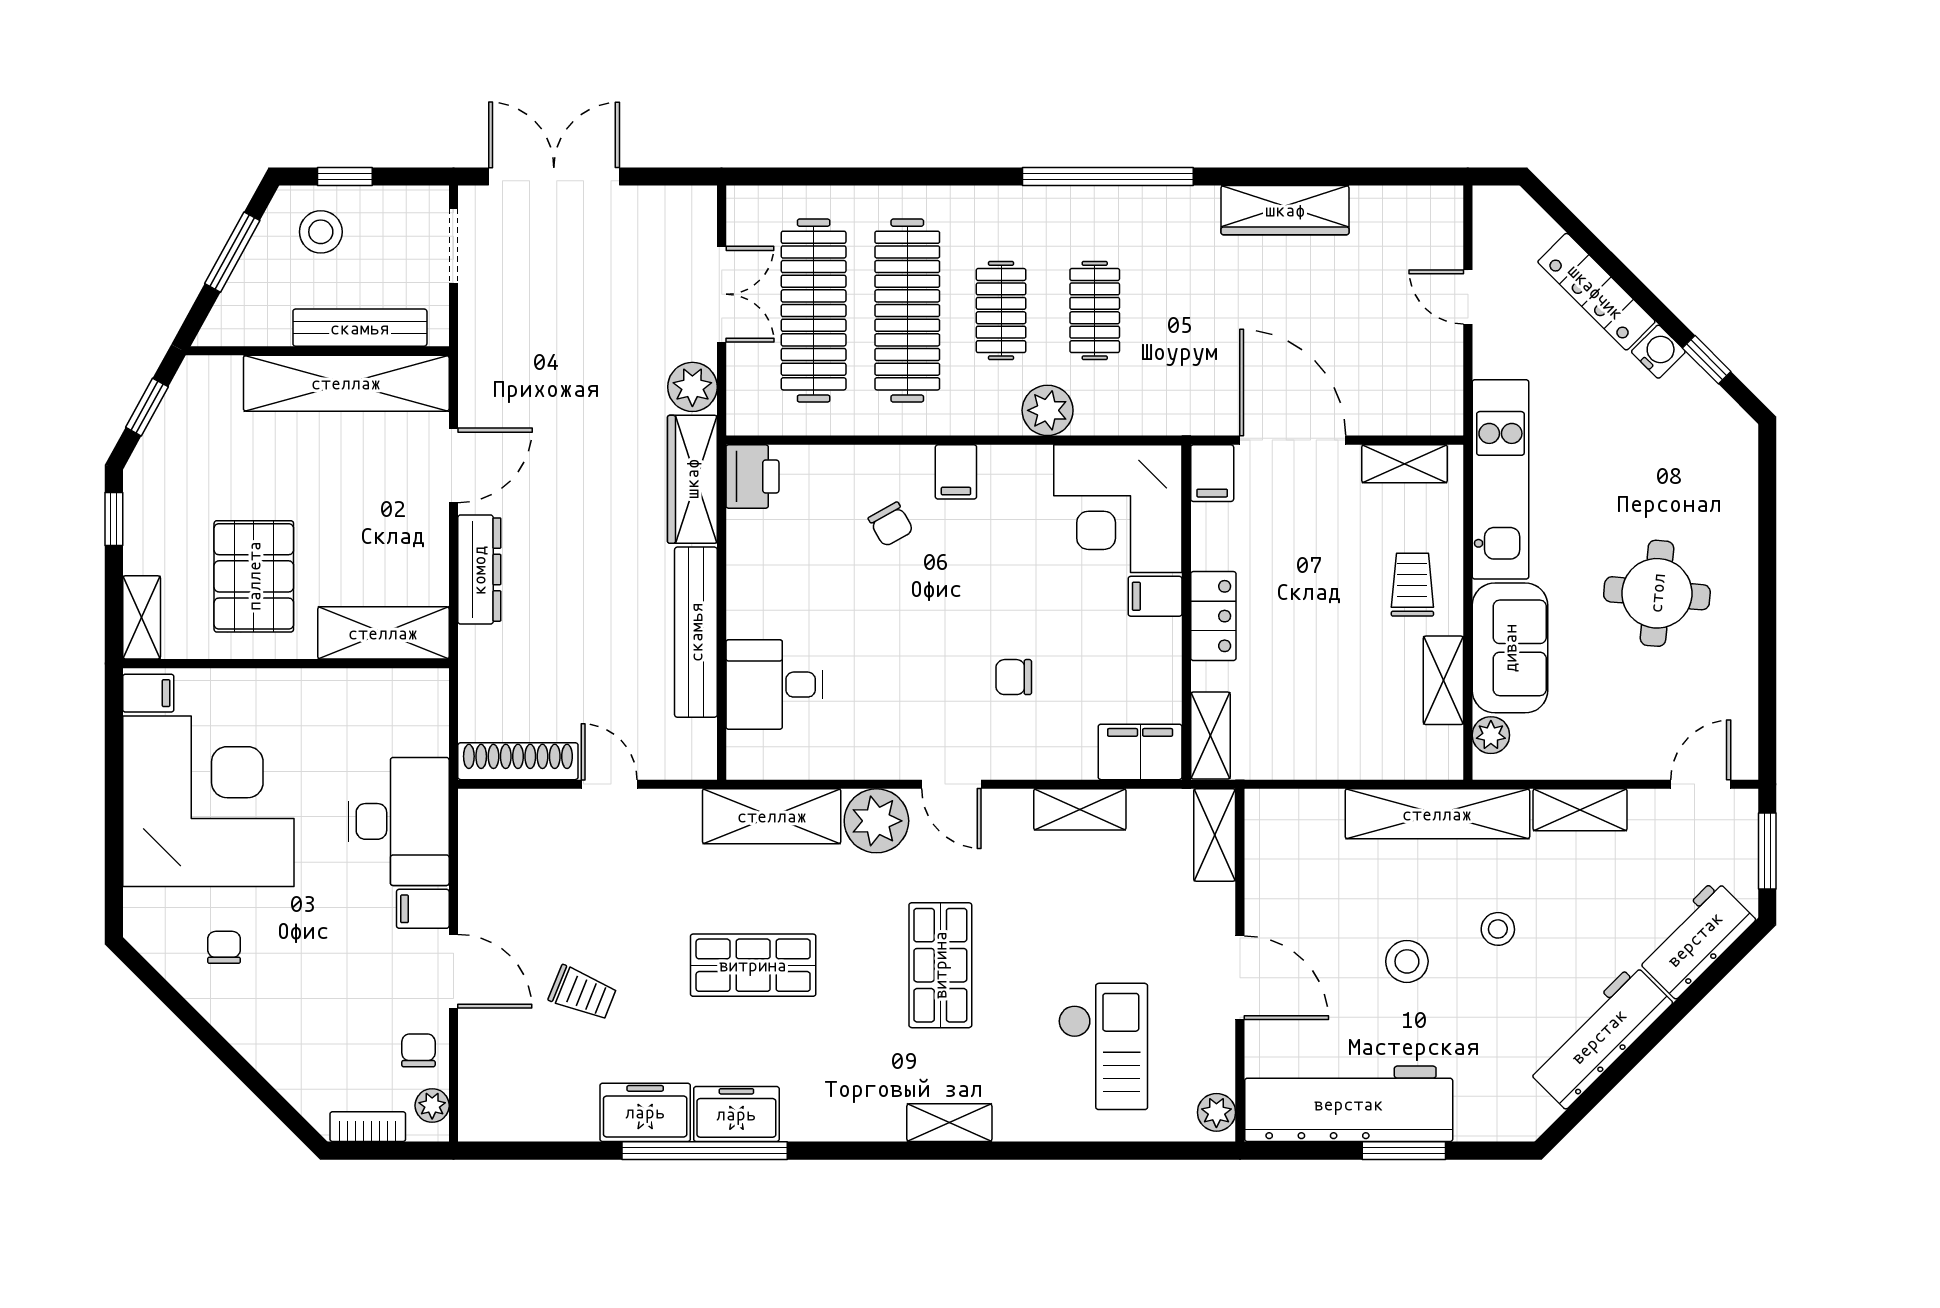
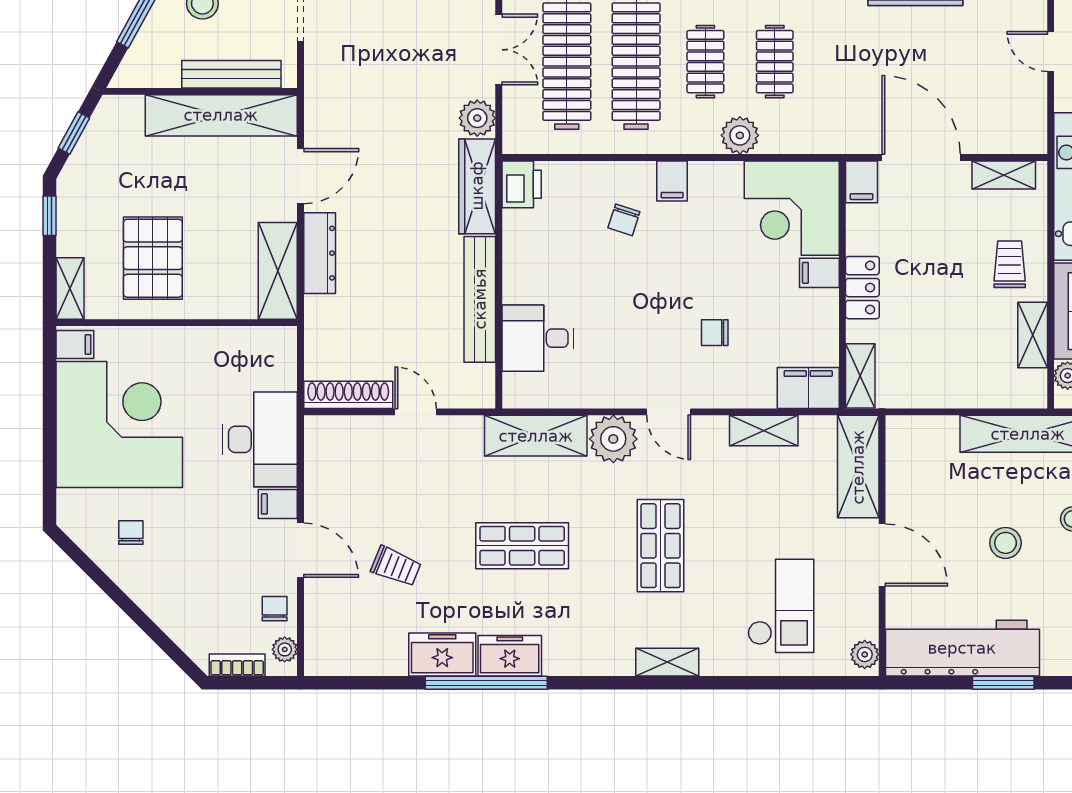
chair: (891, 524) -> (624, 220), turned 47
shelving: (383, 633) -> (278, 271), moved, turned 90
shelving: (1215, 835) -> (858, 467), width x1.50, depth x1.33

